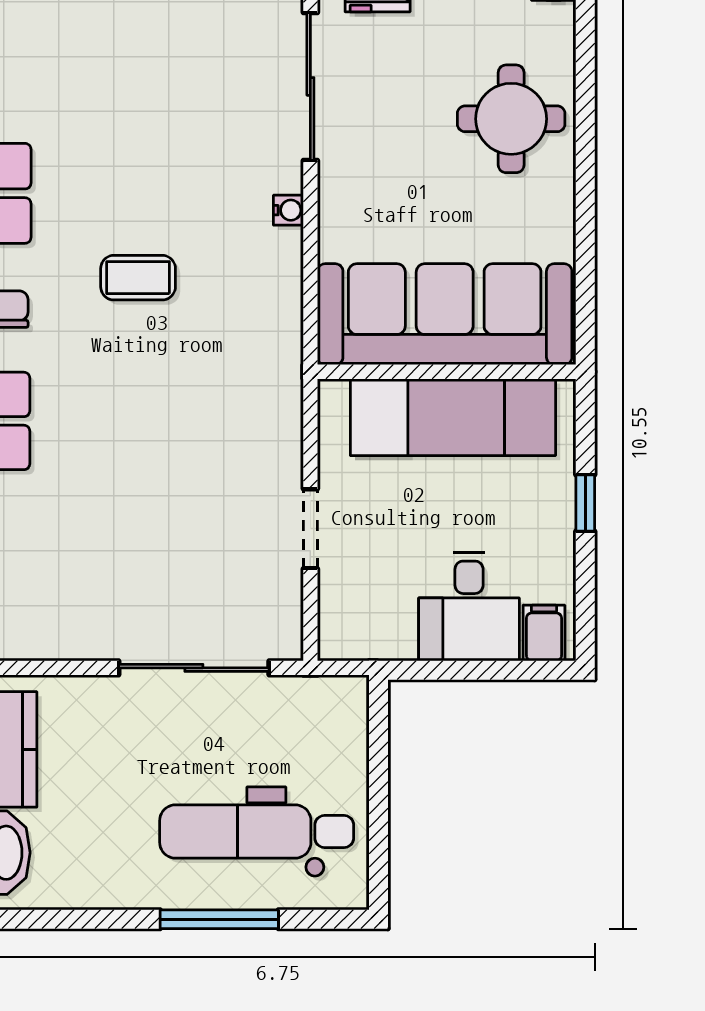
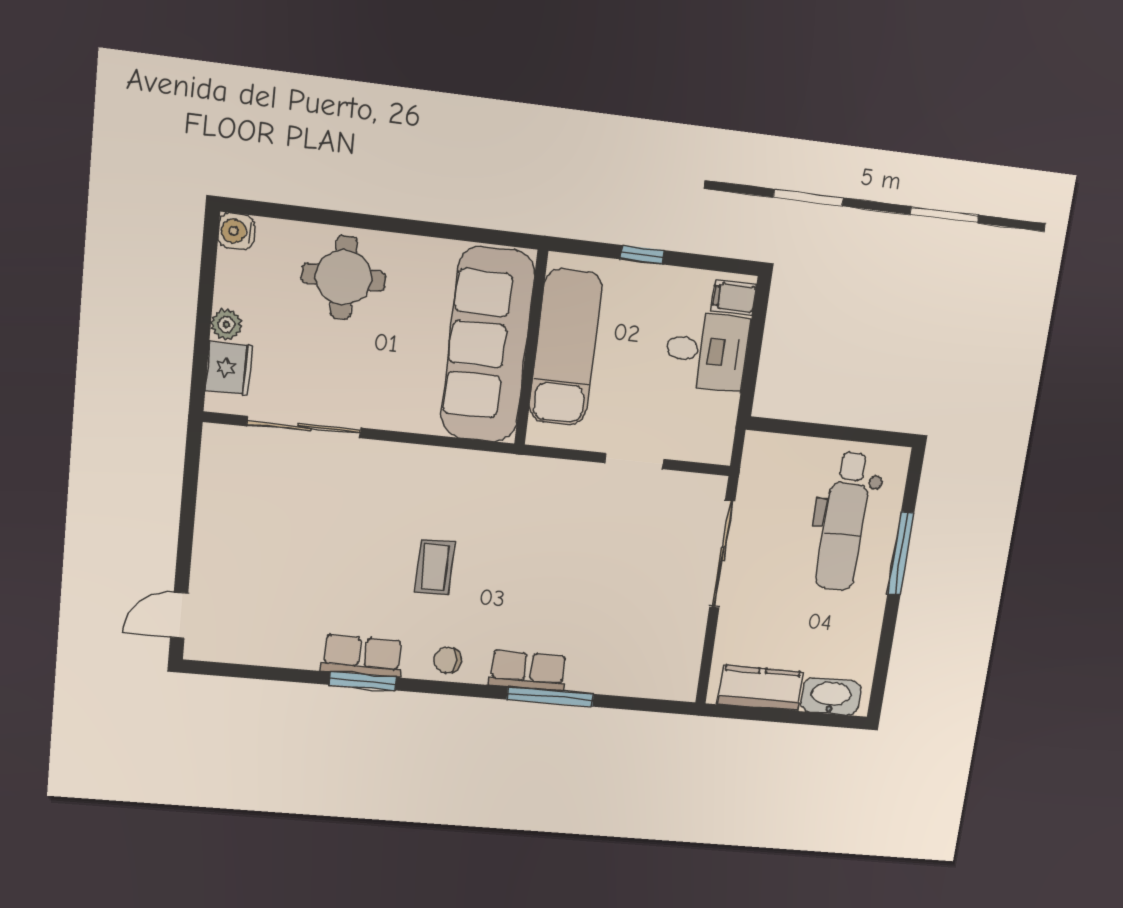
water cooler: (288, 210) -> (396, 453), removed

